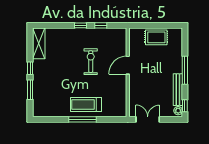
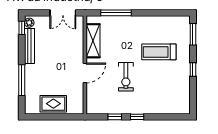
shelving: (39, 43) -> (93, 41), moved
window: (185, 70) -> (22, 80), moved
window: (30, 90) -> (193, 34), moved
treadmill: (86, 105) -> (159, 52), moved, turned 180
window: (82, 119) -> (116, 13), moved

